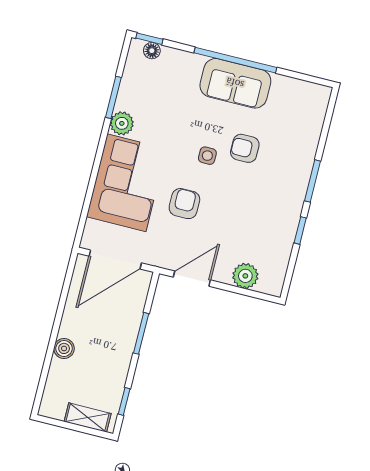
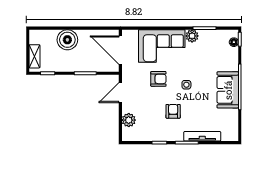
armchair: (245, 148) -> (173, 111), moved
tv unit: (308, 150) -> (202, 136), added
door: (192, 279) -> (120, 93), swing flipped
boiler: (64, 348) -> (67, 40), width x1.86, depth x1.86

